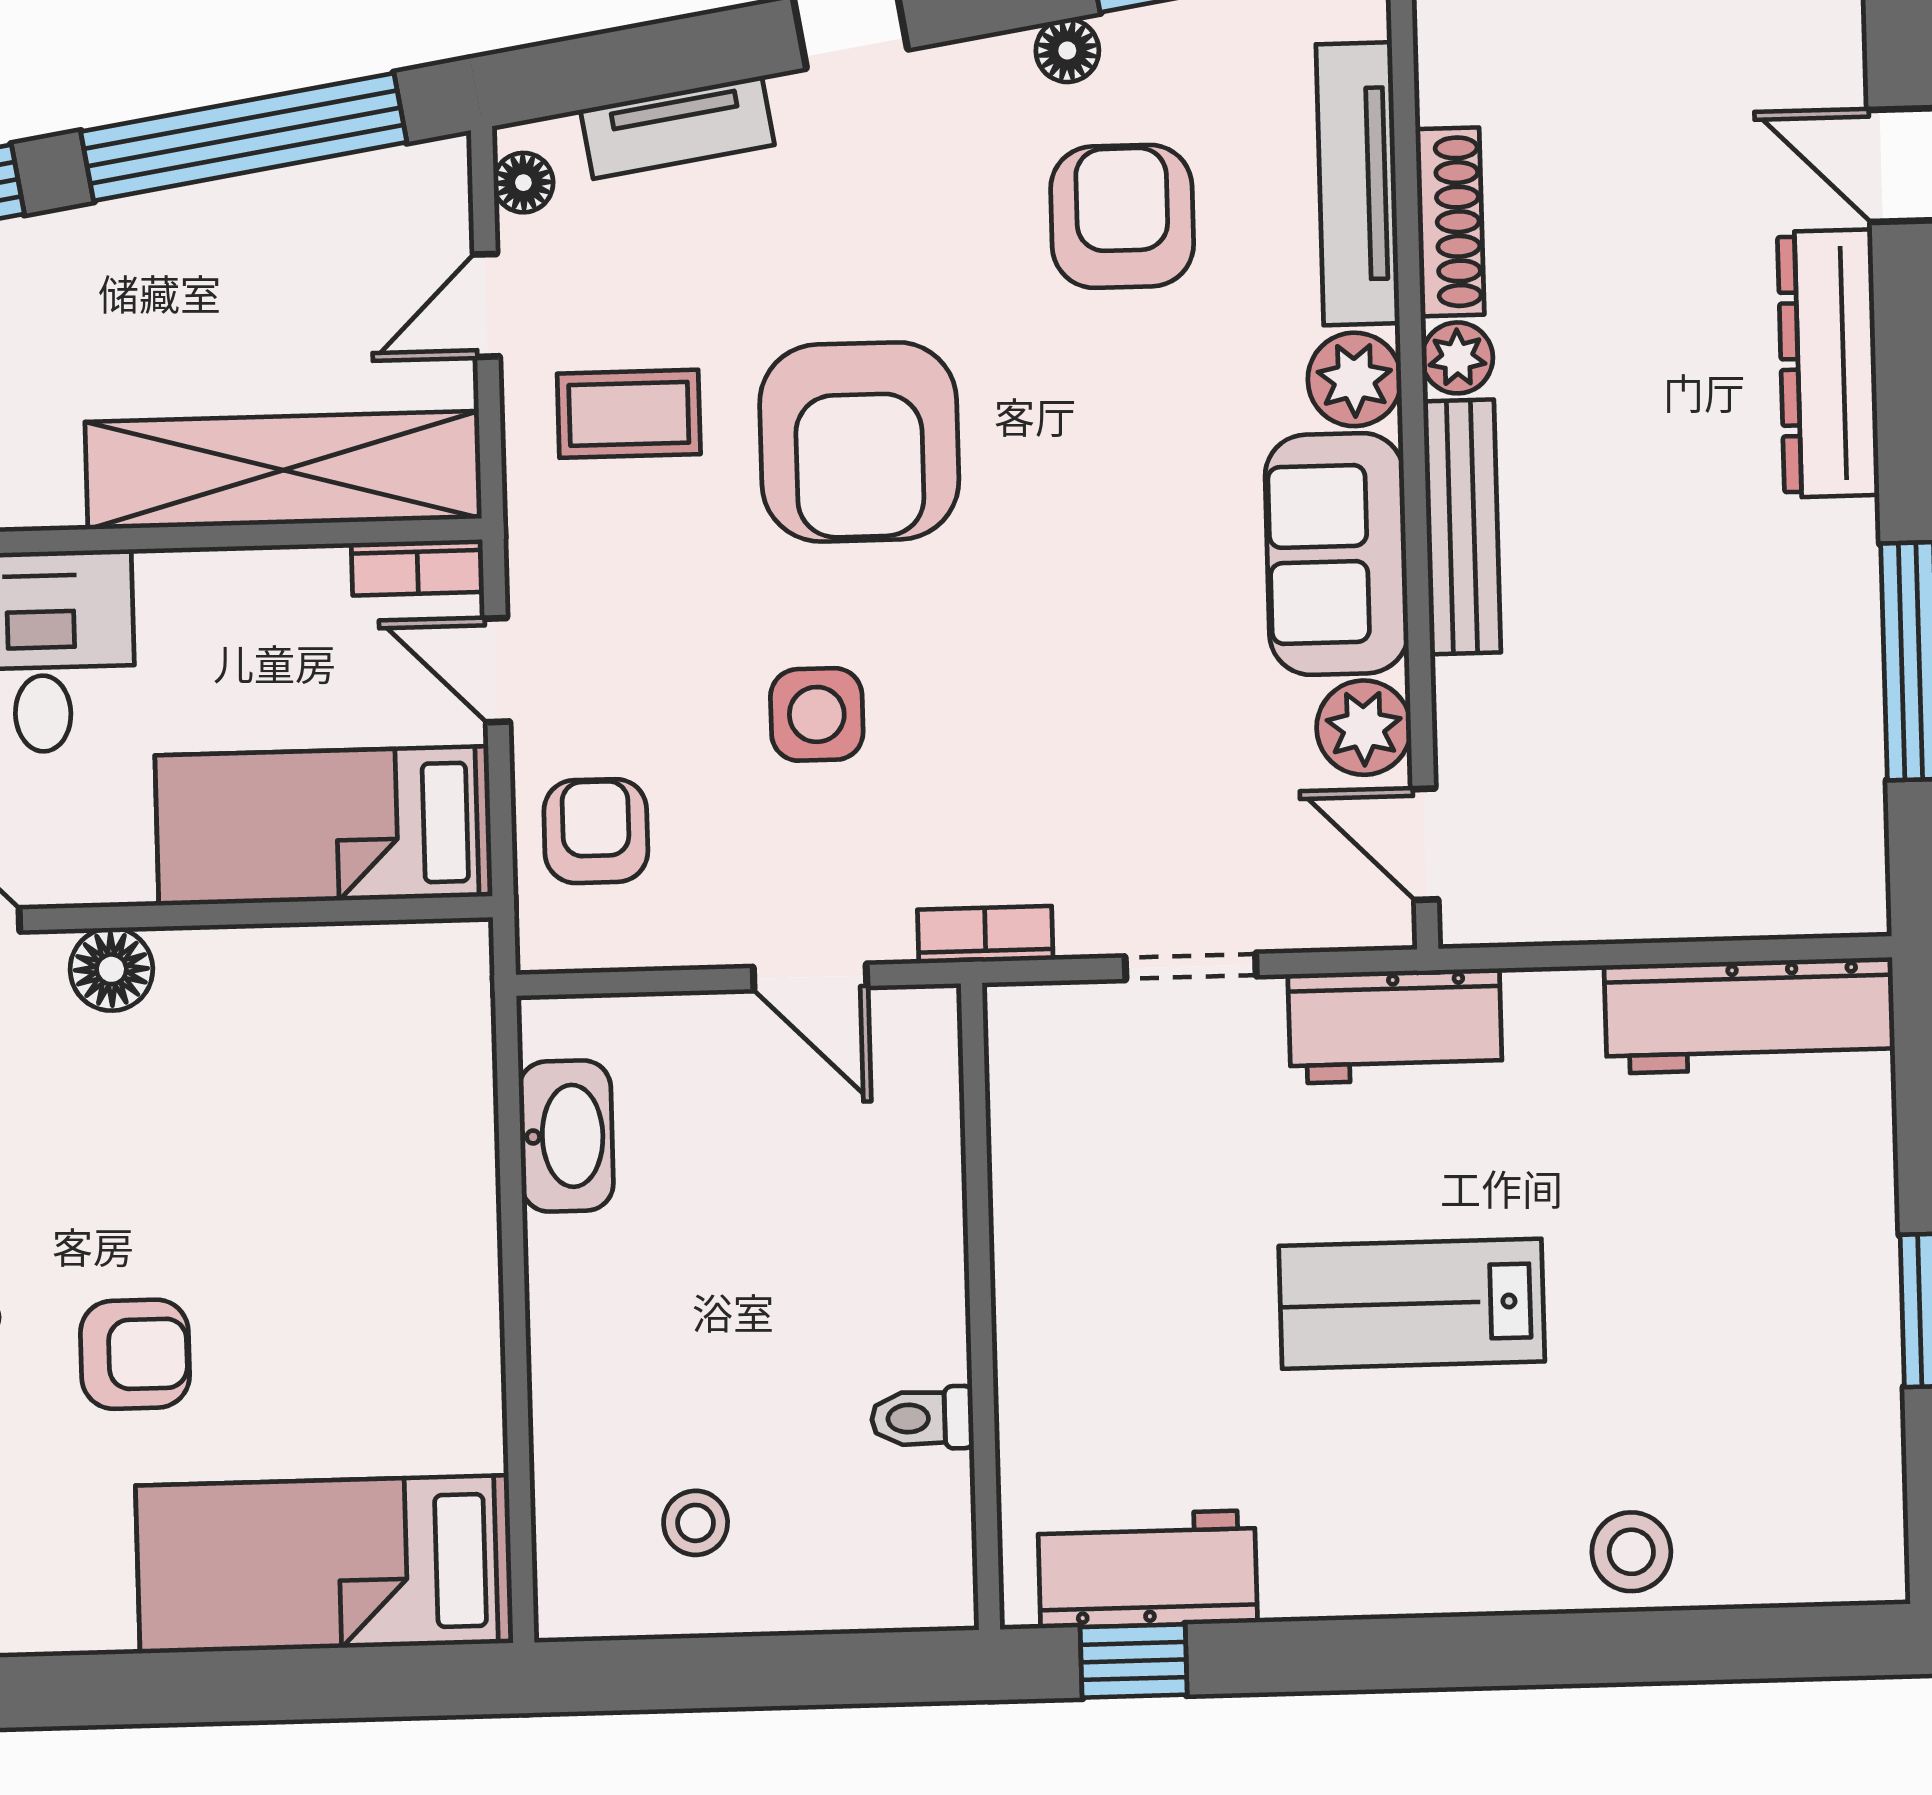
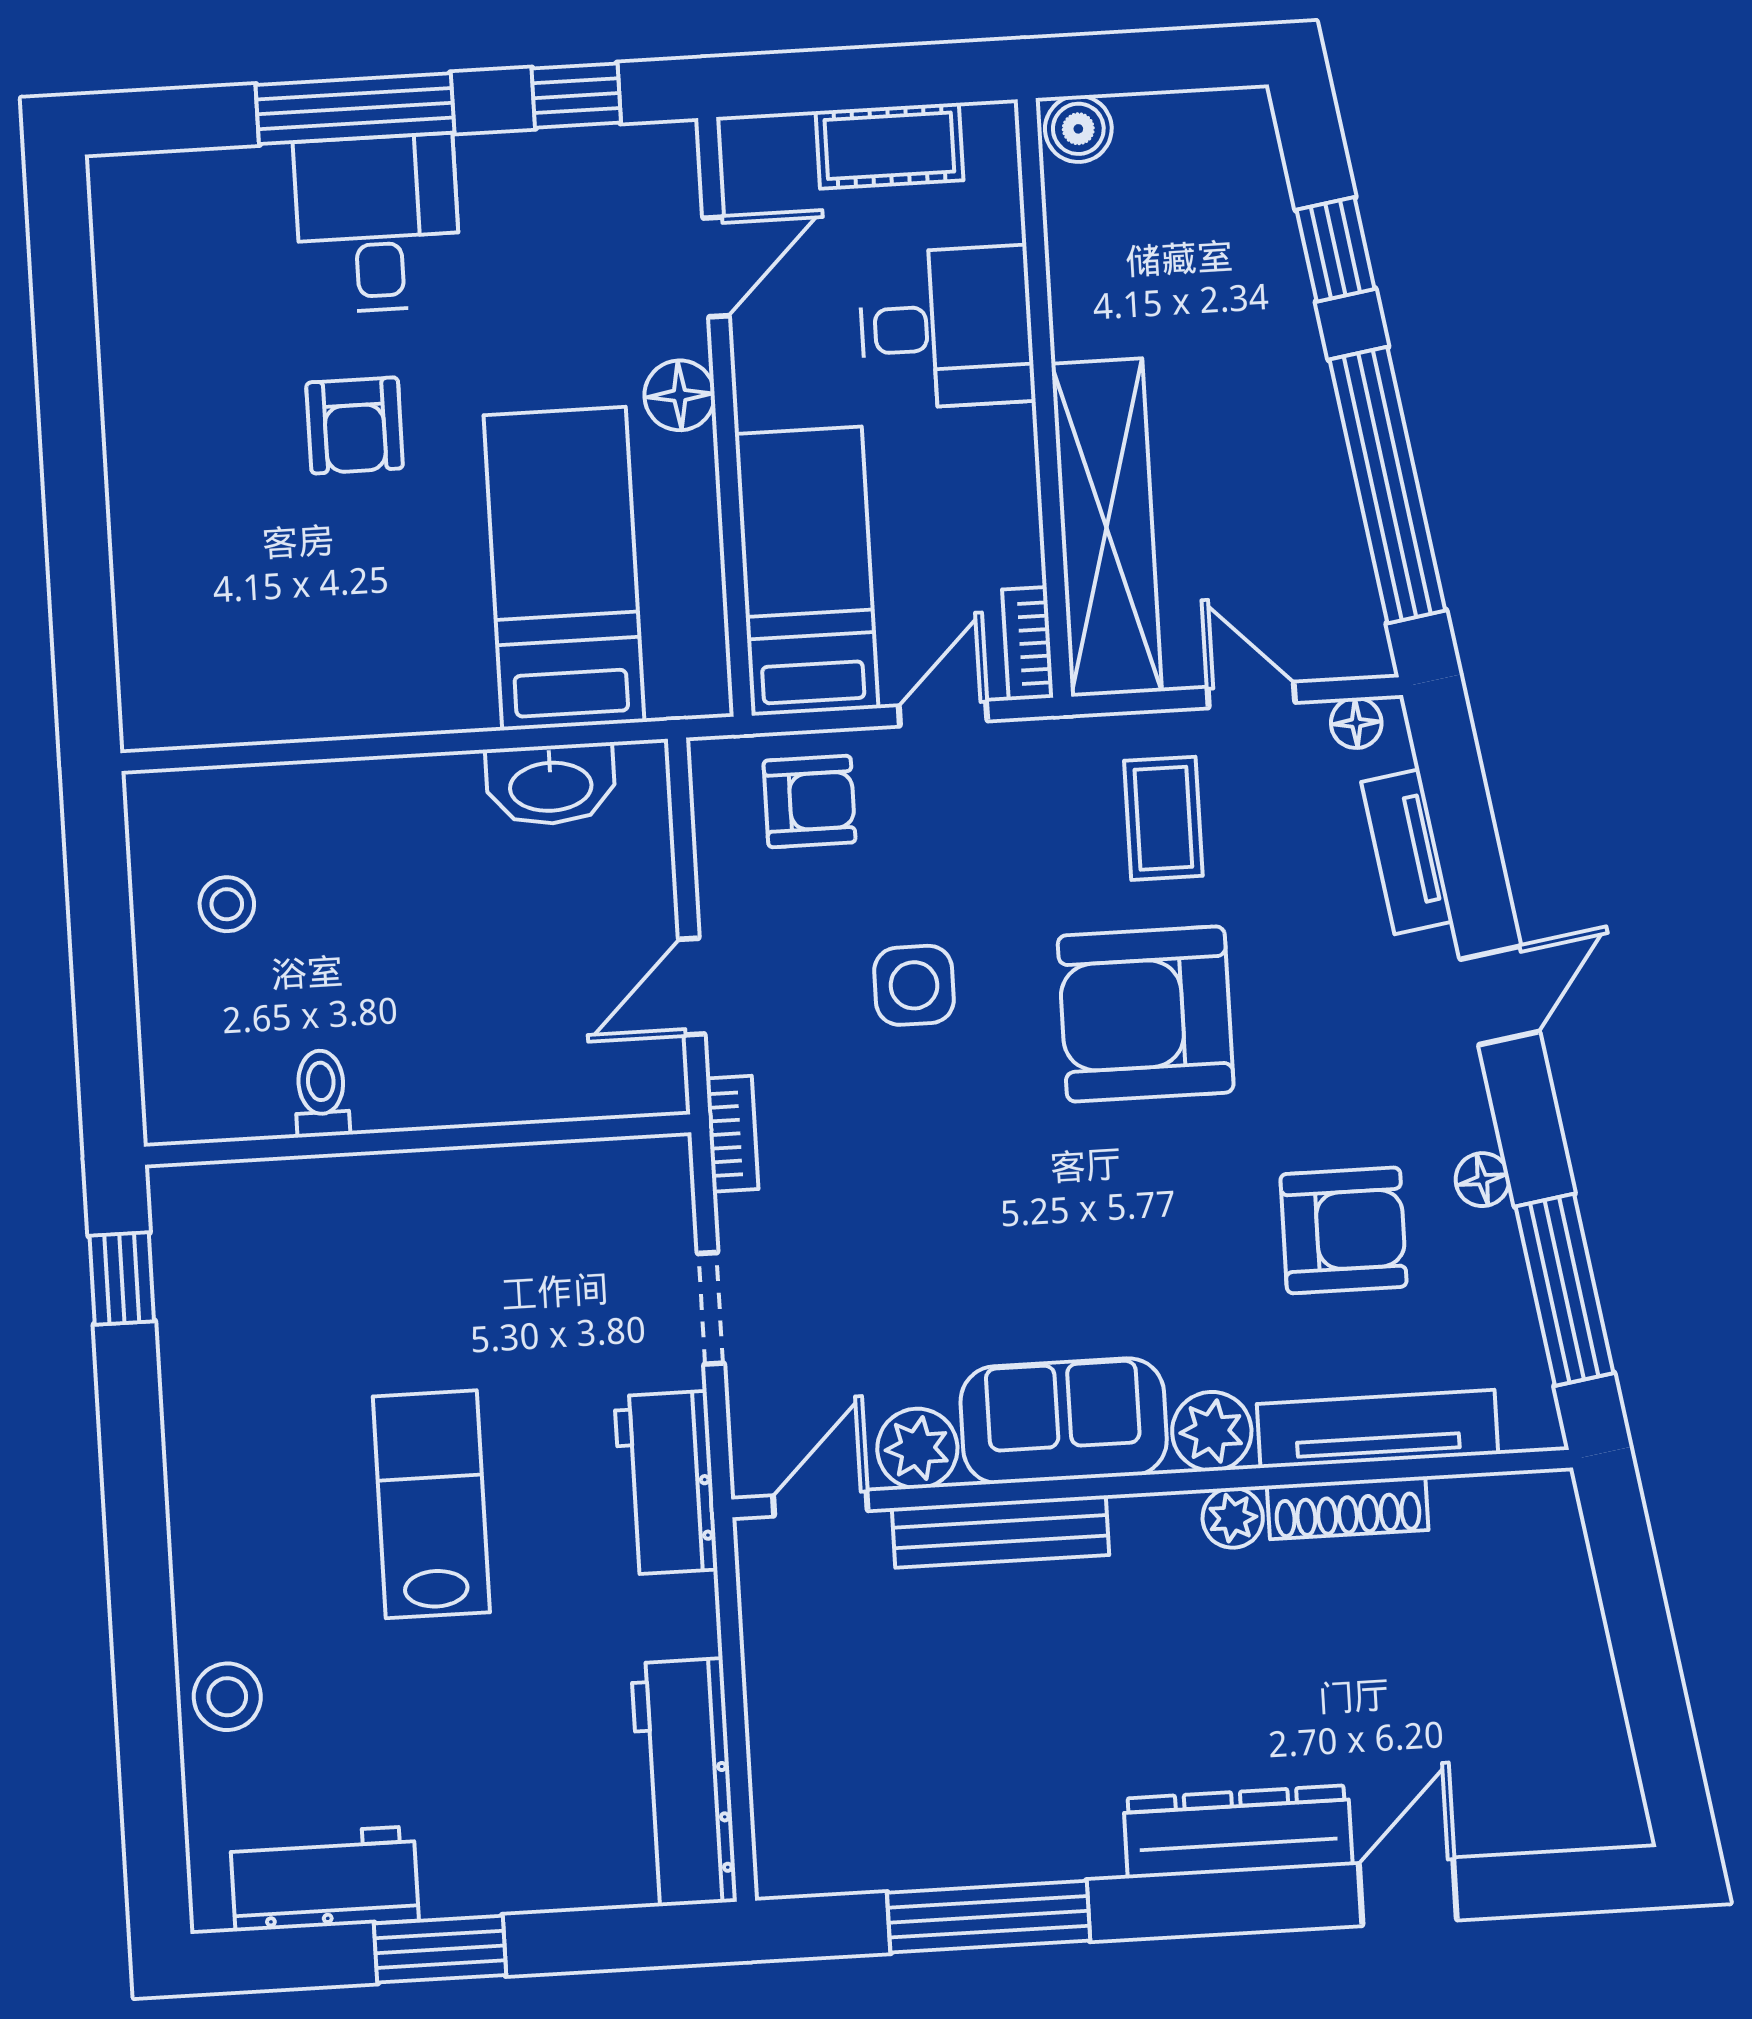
bench: (1462, 527) -> (1000, 1531), moved
bed: (324, 1564) -> (564, 569), moved
workbench: (1148, 1569) -> (324, 1879), moved, turned -90

